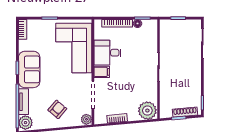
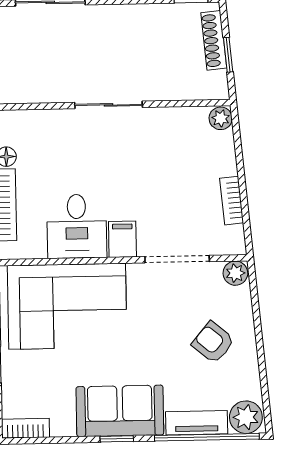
plant: (147, 111) -> (221, 118), width x0.53, depth x0.53

